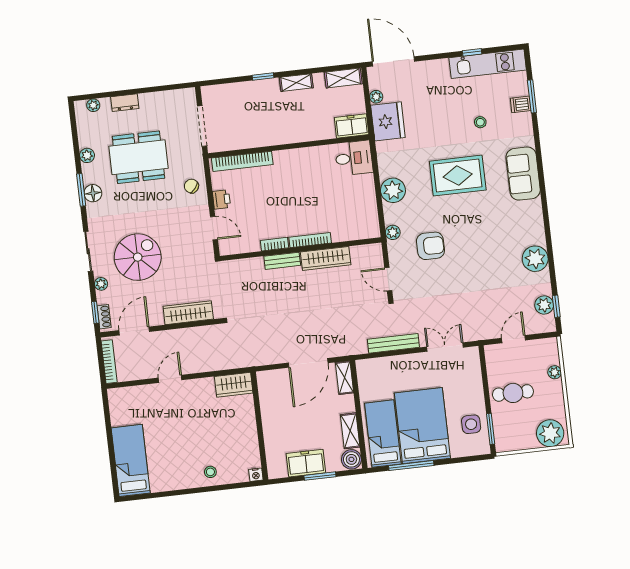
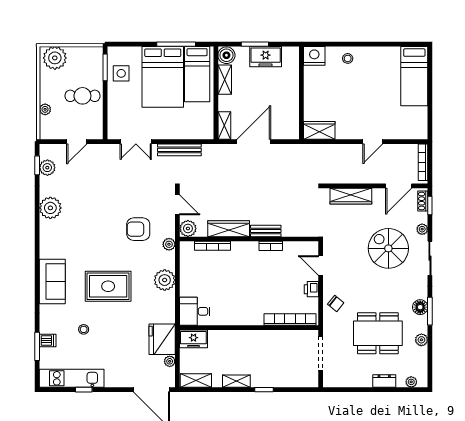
bookcase: (310, 240) -> (213, 246), moved
plant: (373, 253) -> (188, 228), added
spiral stairs: (138, 257) -> (388, 248), turned 90
nightstand: (256, 475) -> (314, 56), width x1.89, depth x1.79

